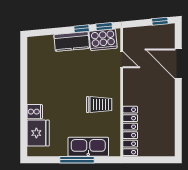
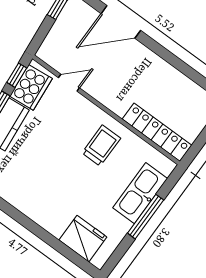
cooker: (35, 112) -> (56, 225), removed

